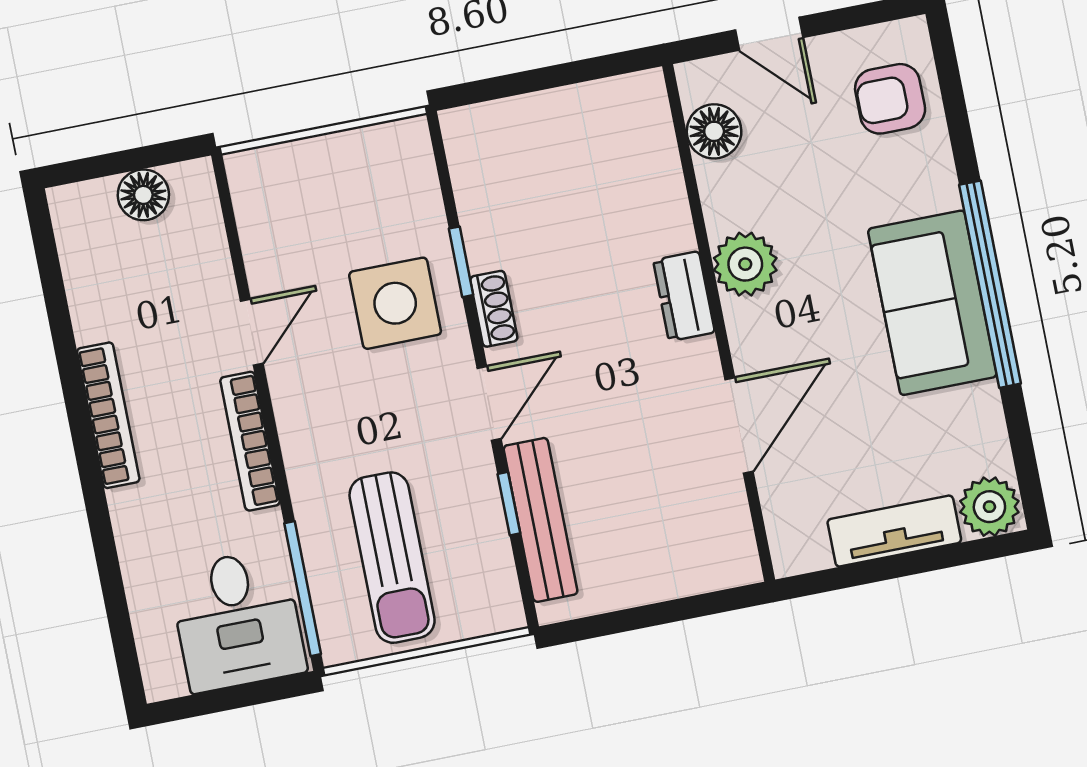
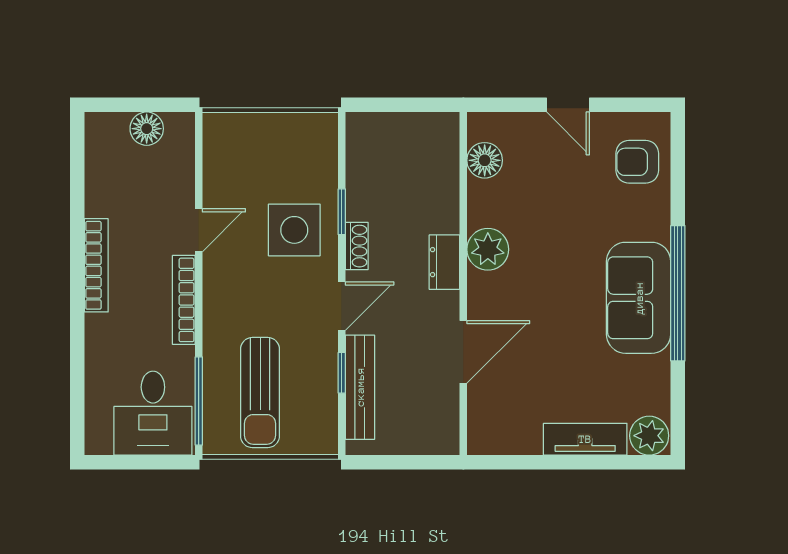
floor lamp: (714, 131) -> (485, 160), moved
plant: (745, 264) -> (488, 249), moved
dresser: (684, 296) -> (444, 262), moved
wall: (719, 323) -> (463, 284), moved
door: (739, 425) -> (463, 352), moved

